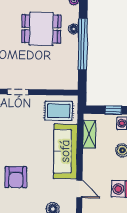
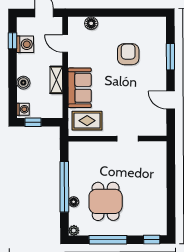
dining table: (41, 29) -> (106, 201), turned 90
shelving: (89, 134) -> (56, 80), moved
sofa: (65, 151) -> (80, 88), width x0.73

